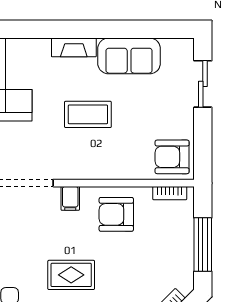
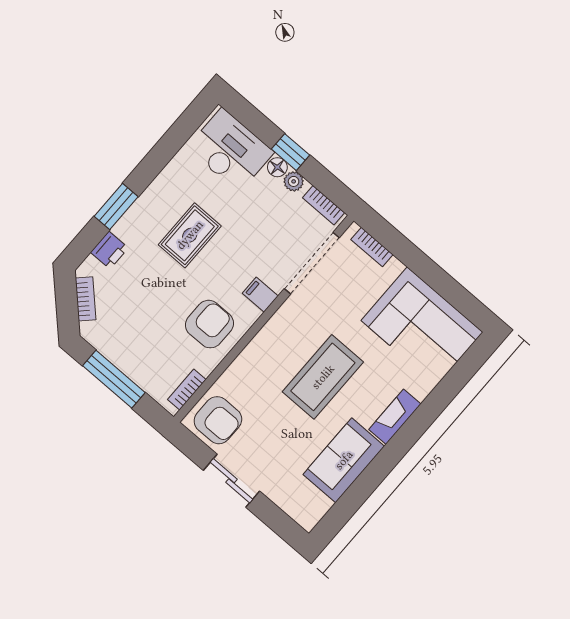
sliding door: (203, 84) -> (232, 481), moved
coffee table: (88, 114) -> (323, 377), width x1.36, depth x1.32
armchair: (172, 157) -> (218, 420), turned 90

